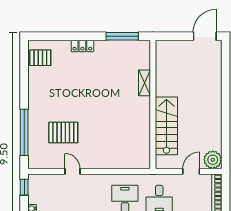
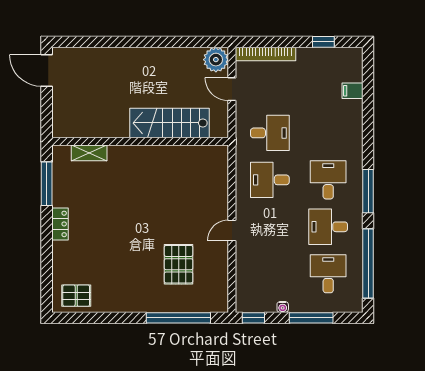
locker: (82, 46) -> (60, 224), moved
pallet: (40, 58) -> (76, 296), turned 90
shelving: (145, 83) -> (89, 153), moved
door: (73, 171) -> (232, 230), moved

